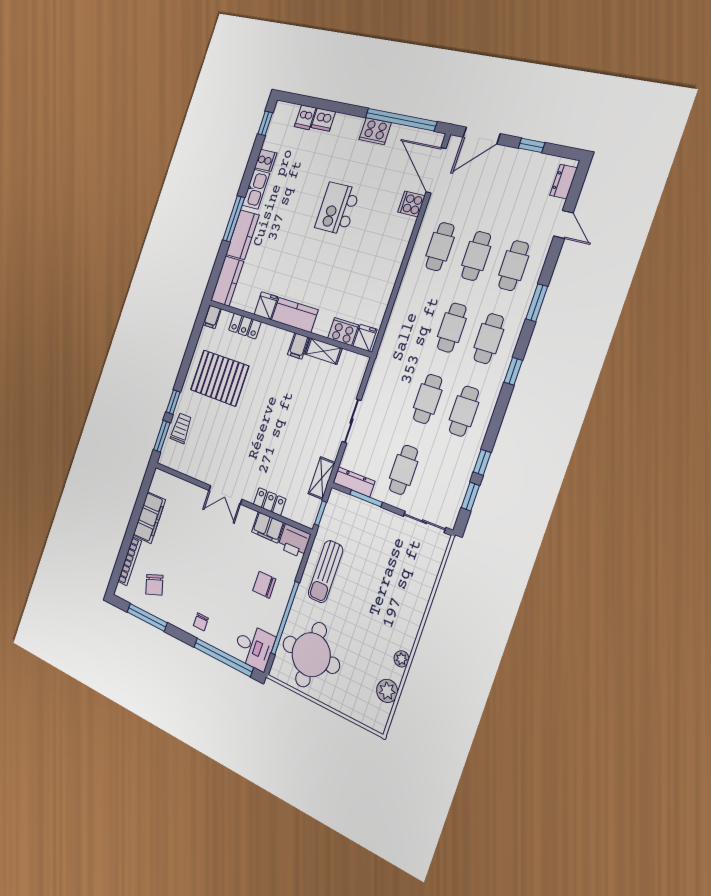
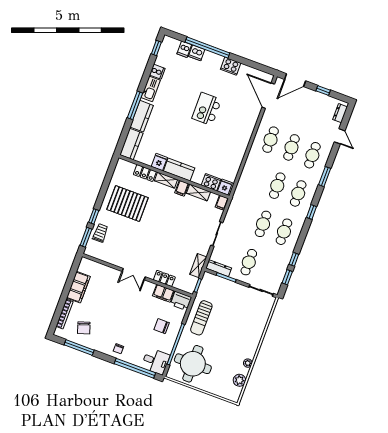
window: (401, 120) -> (207, 47), moved
cooker: (411, 204) -> (253, 113), removed
filing cabinet: (212, 317) -> (222, 203), moved
shelving: (275, 335) -> (166, 180), added

